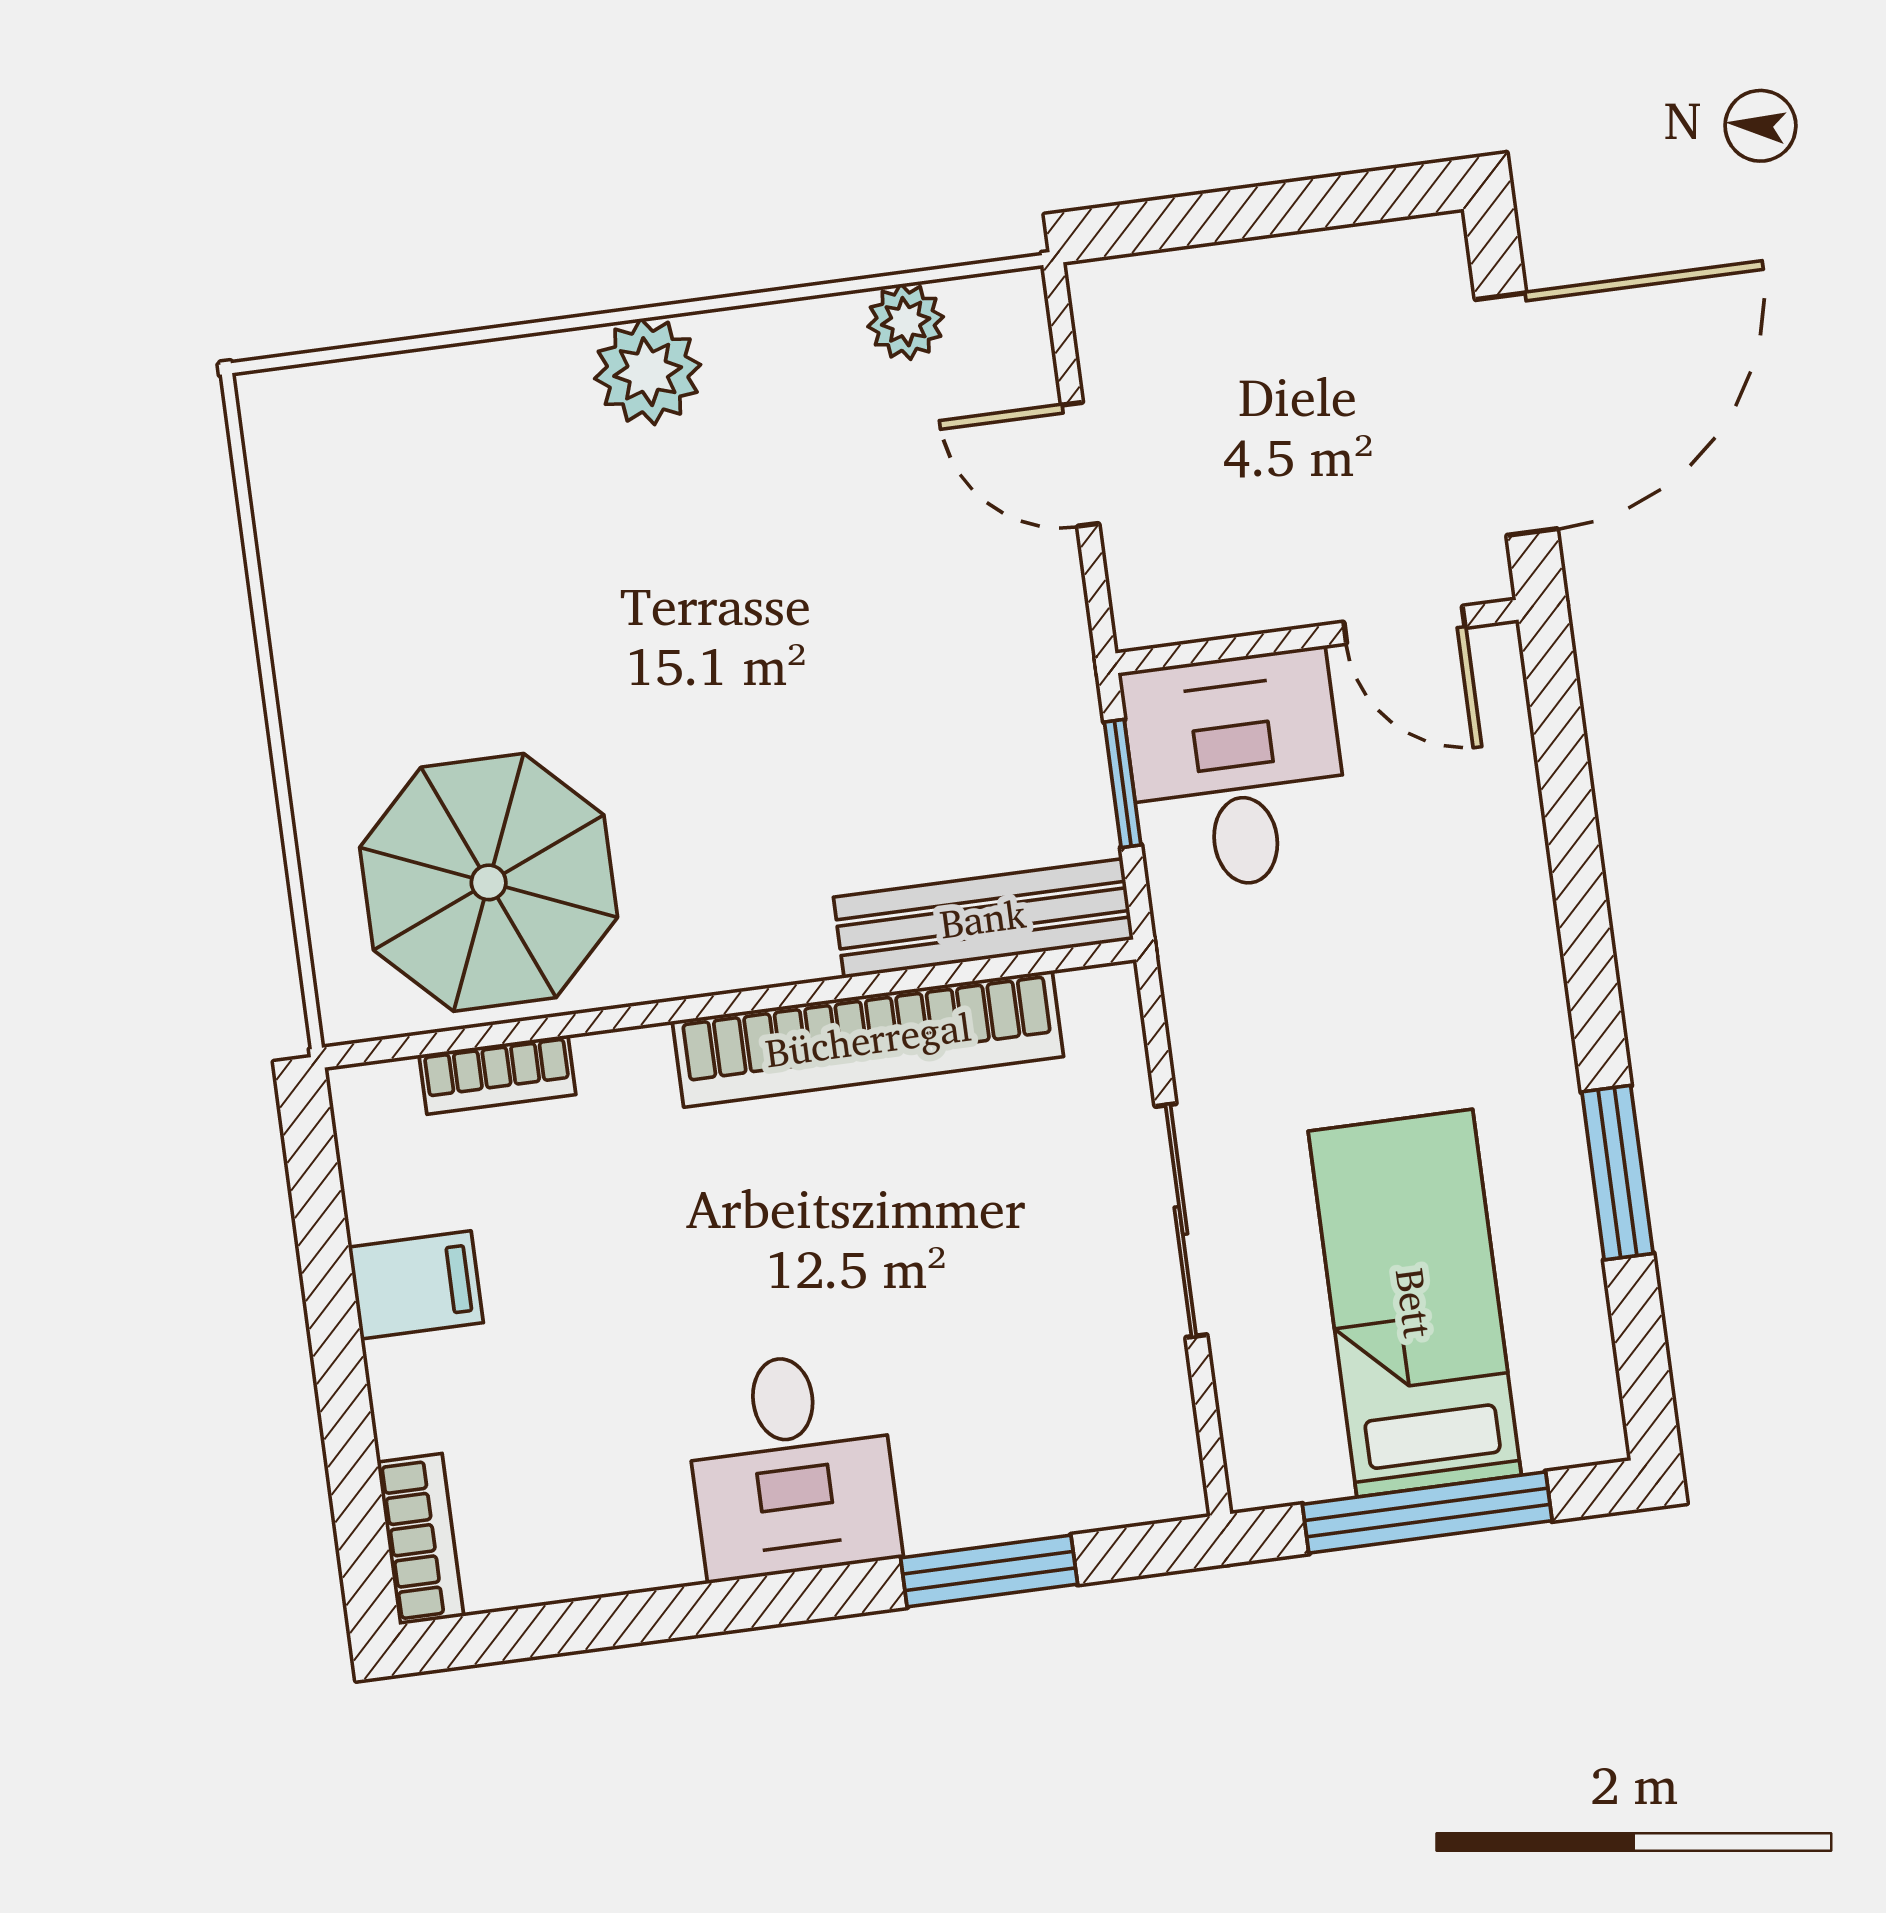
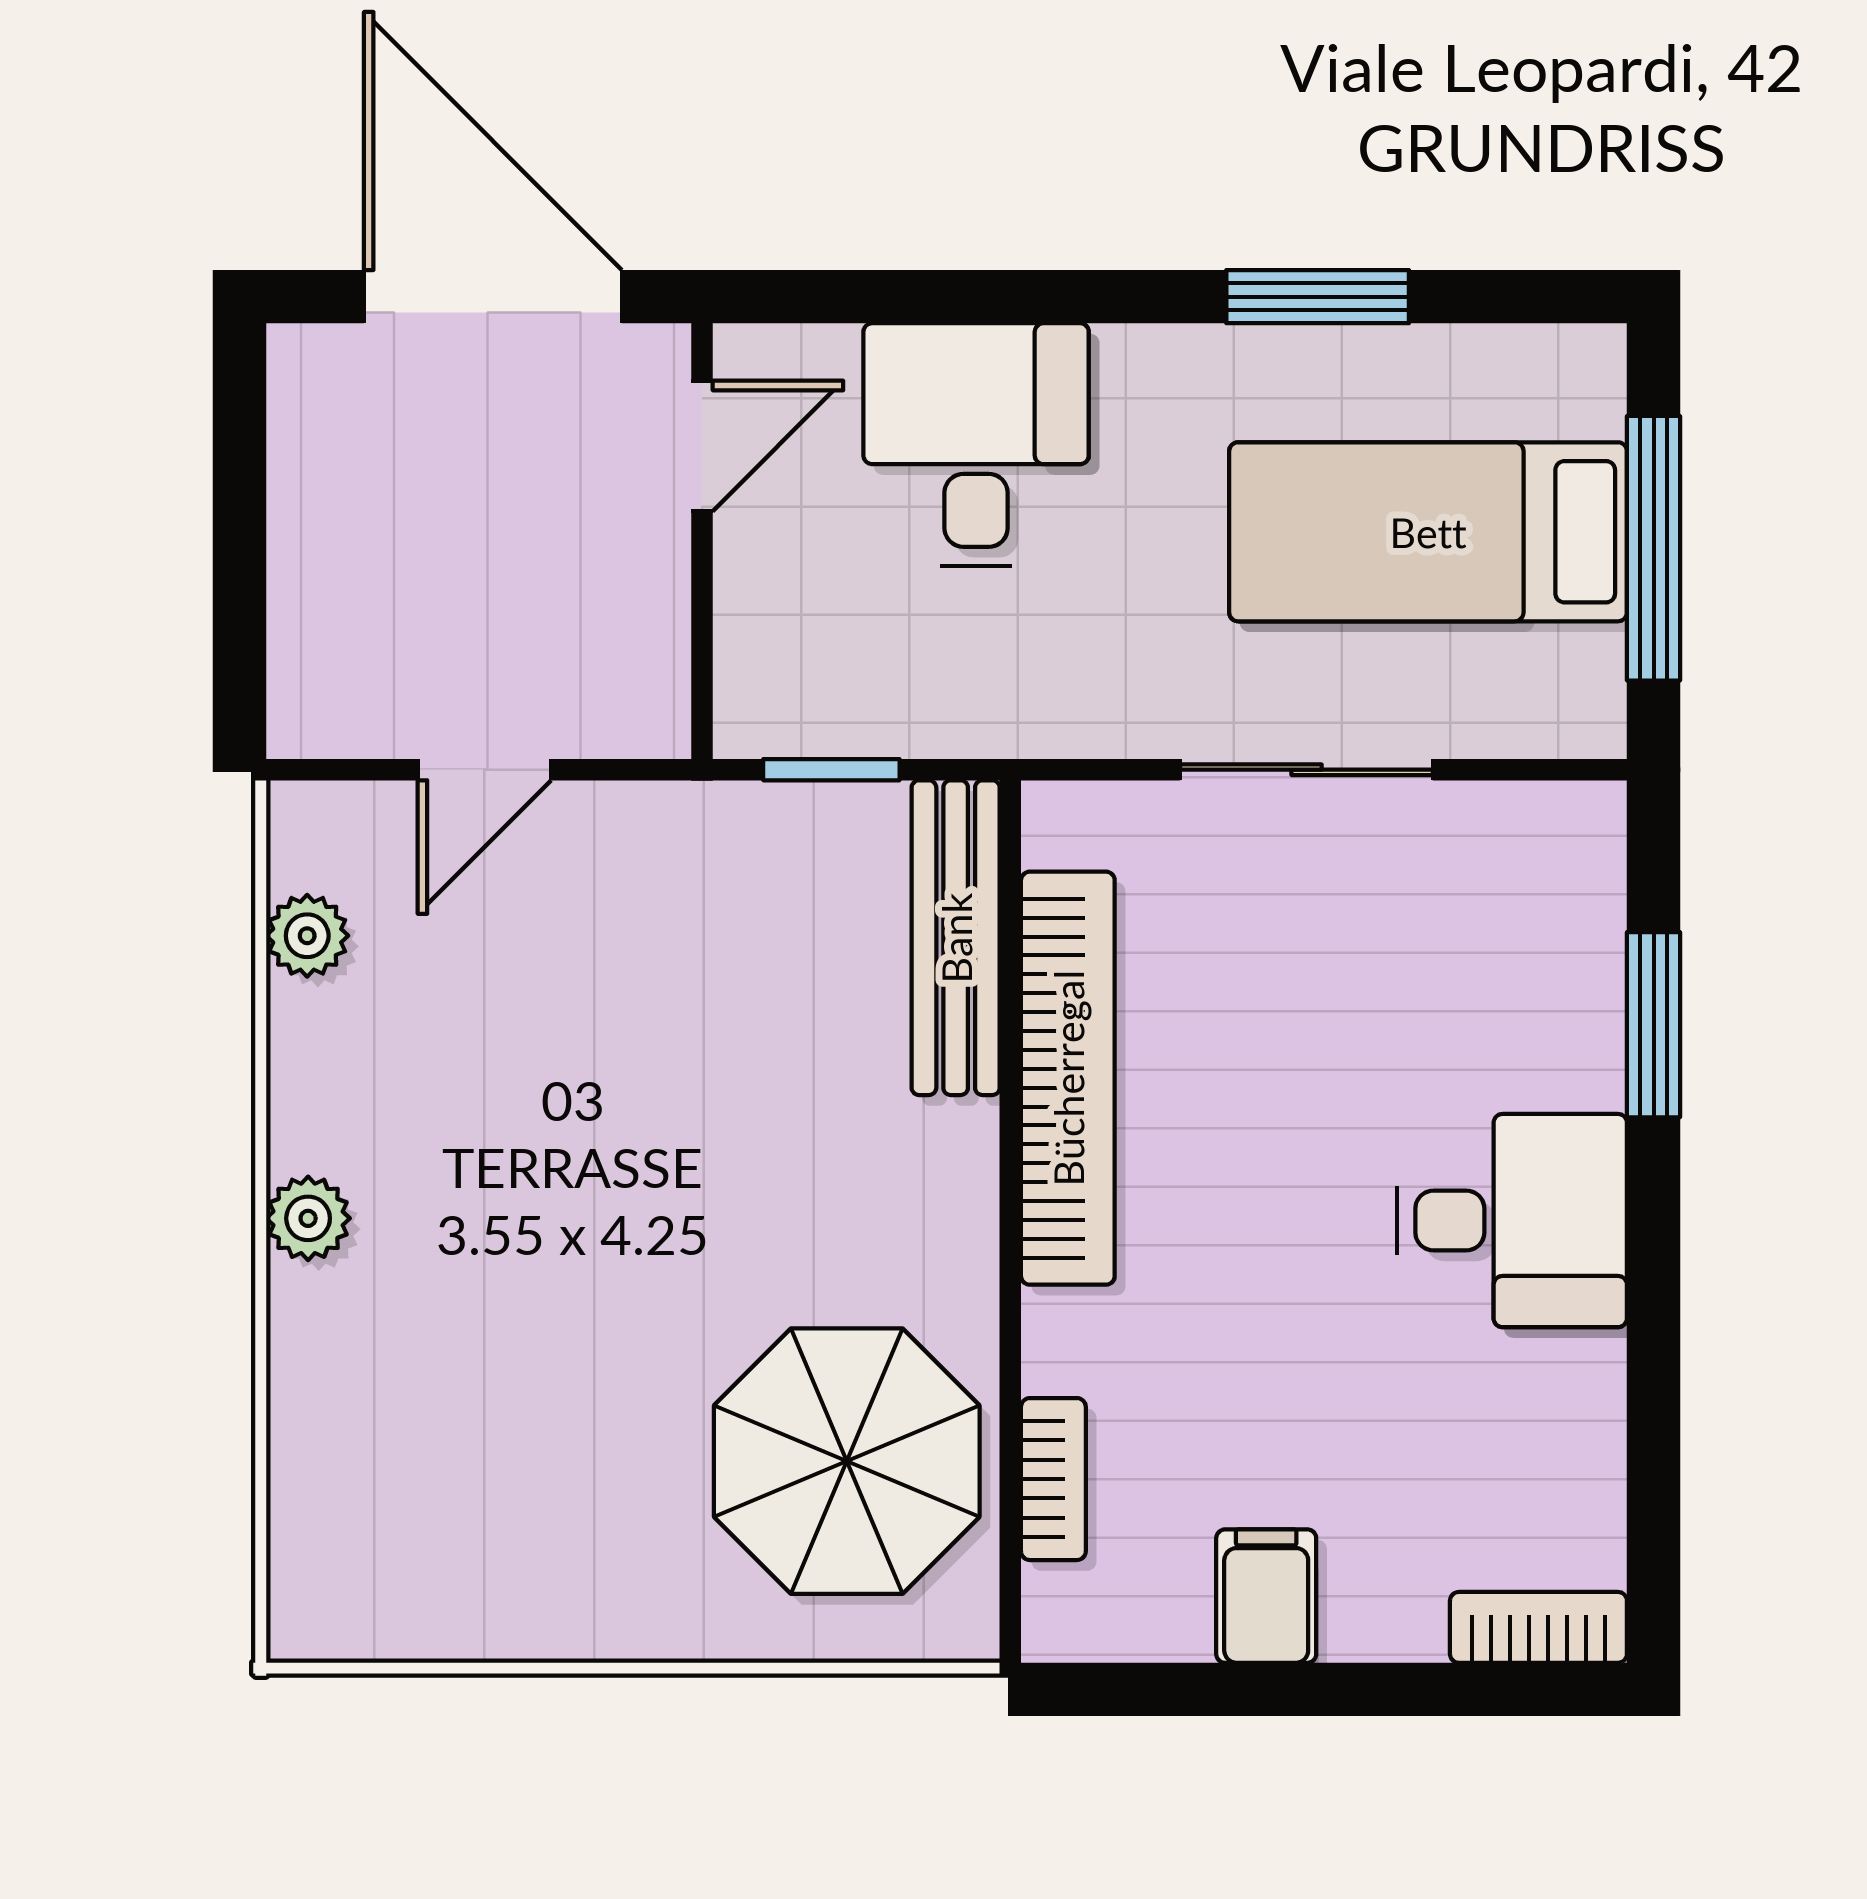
plant: (648, 372) -> (308, 1218), width x0.73, depth x0.73
desk: (1236, 771) -> (976, 445), moved, turned 90

